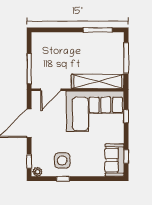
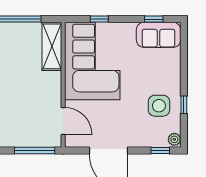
shelving: (98, 81) -> (52, 46), width x0.68

